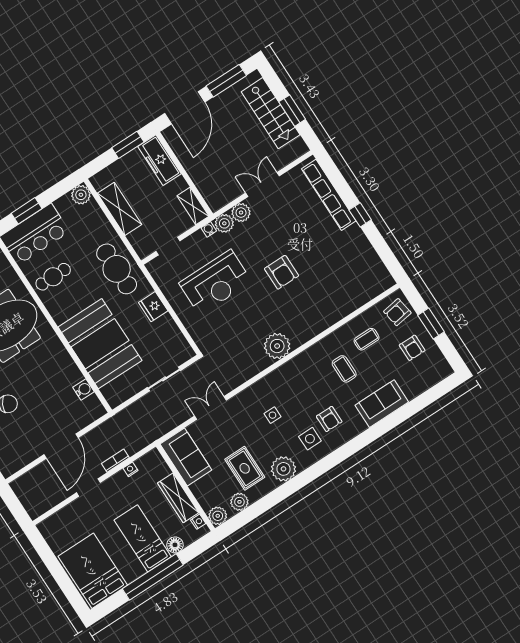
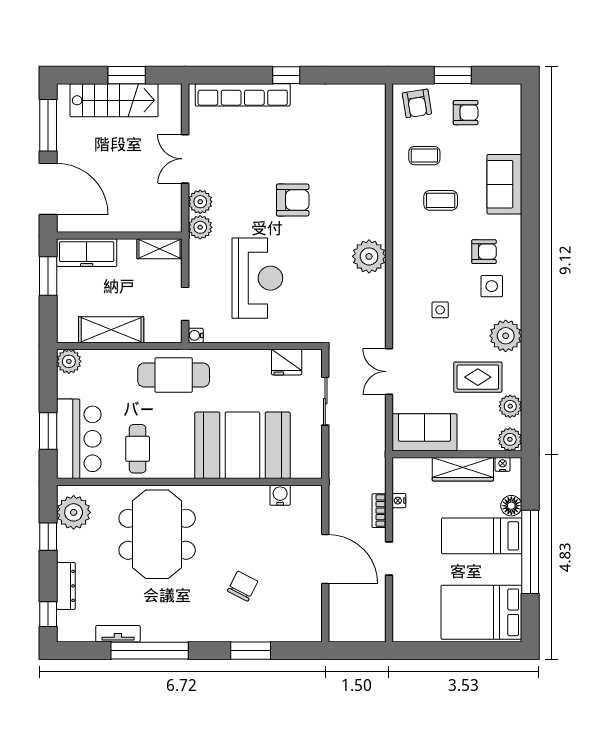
water cooler: (209, 229) -> (196, 335), moved
fridge: (153, 307) -> (287, 362), moved
coffee table: (367, 339) -> (424, 156), turned 90

